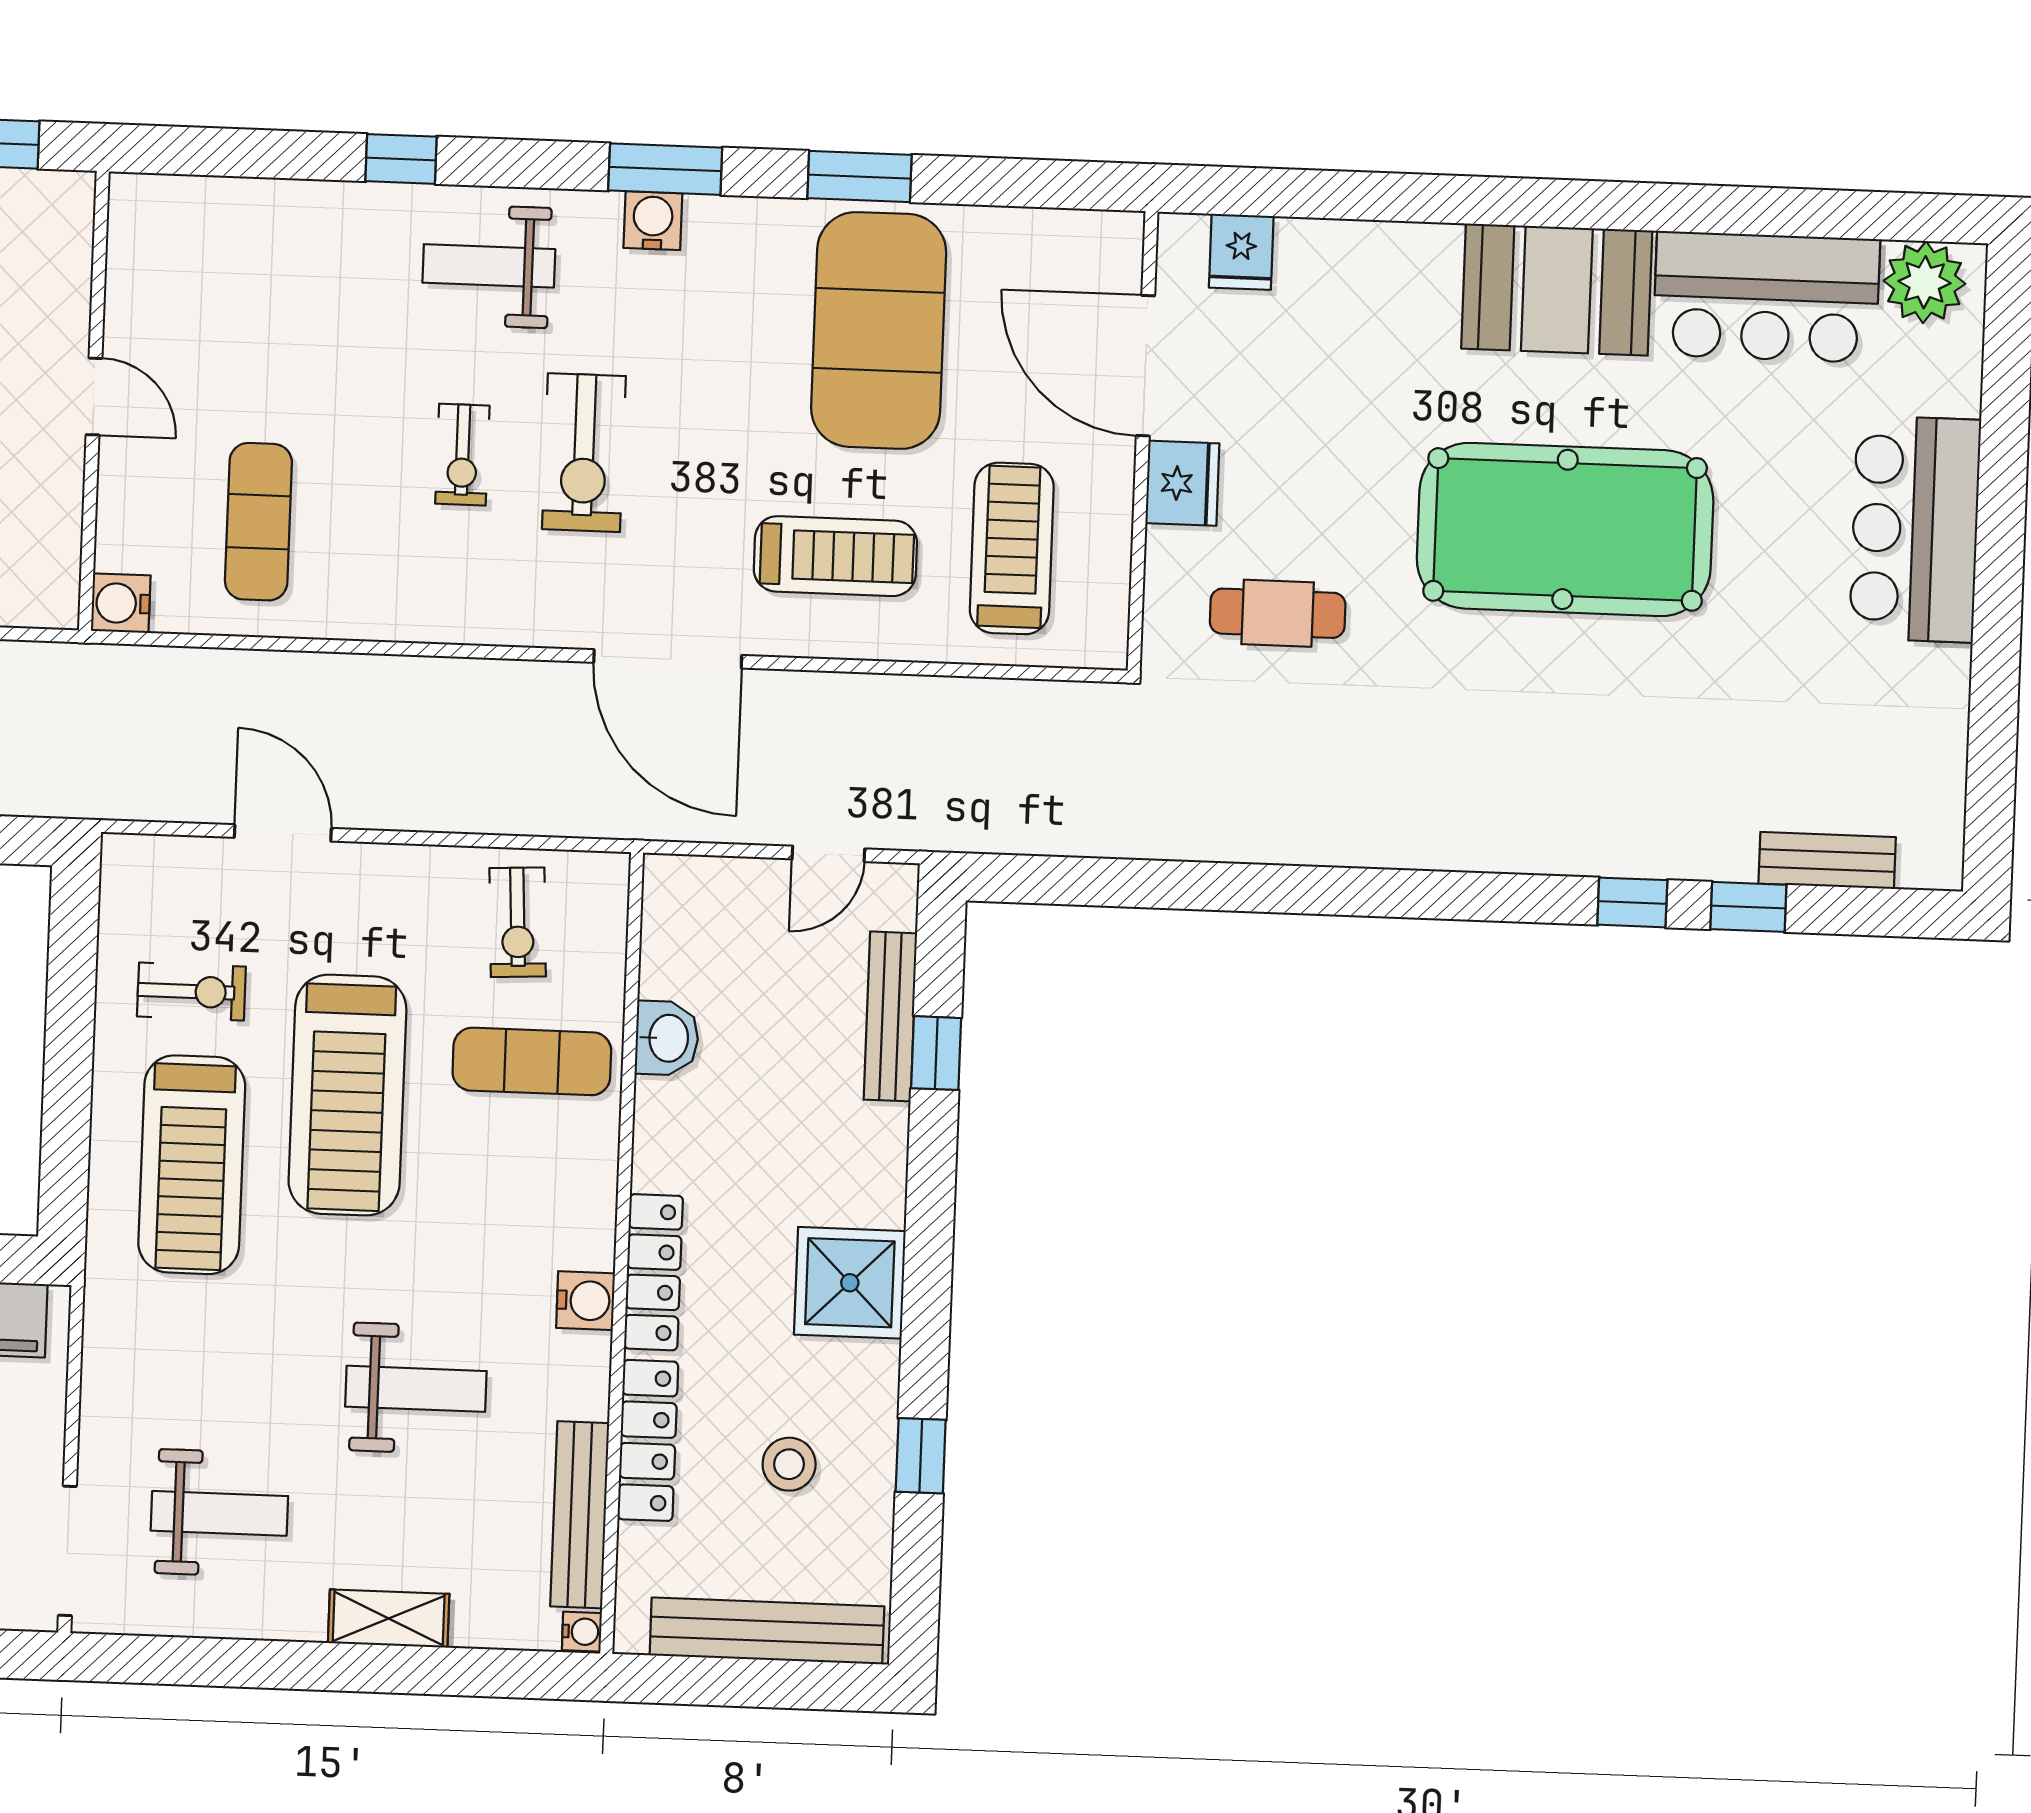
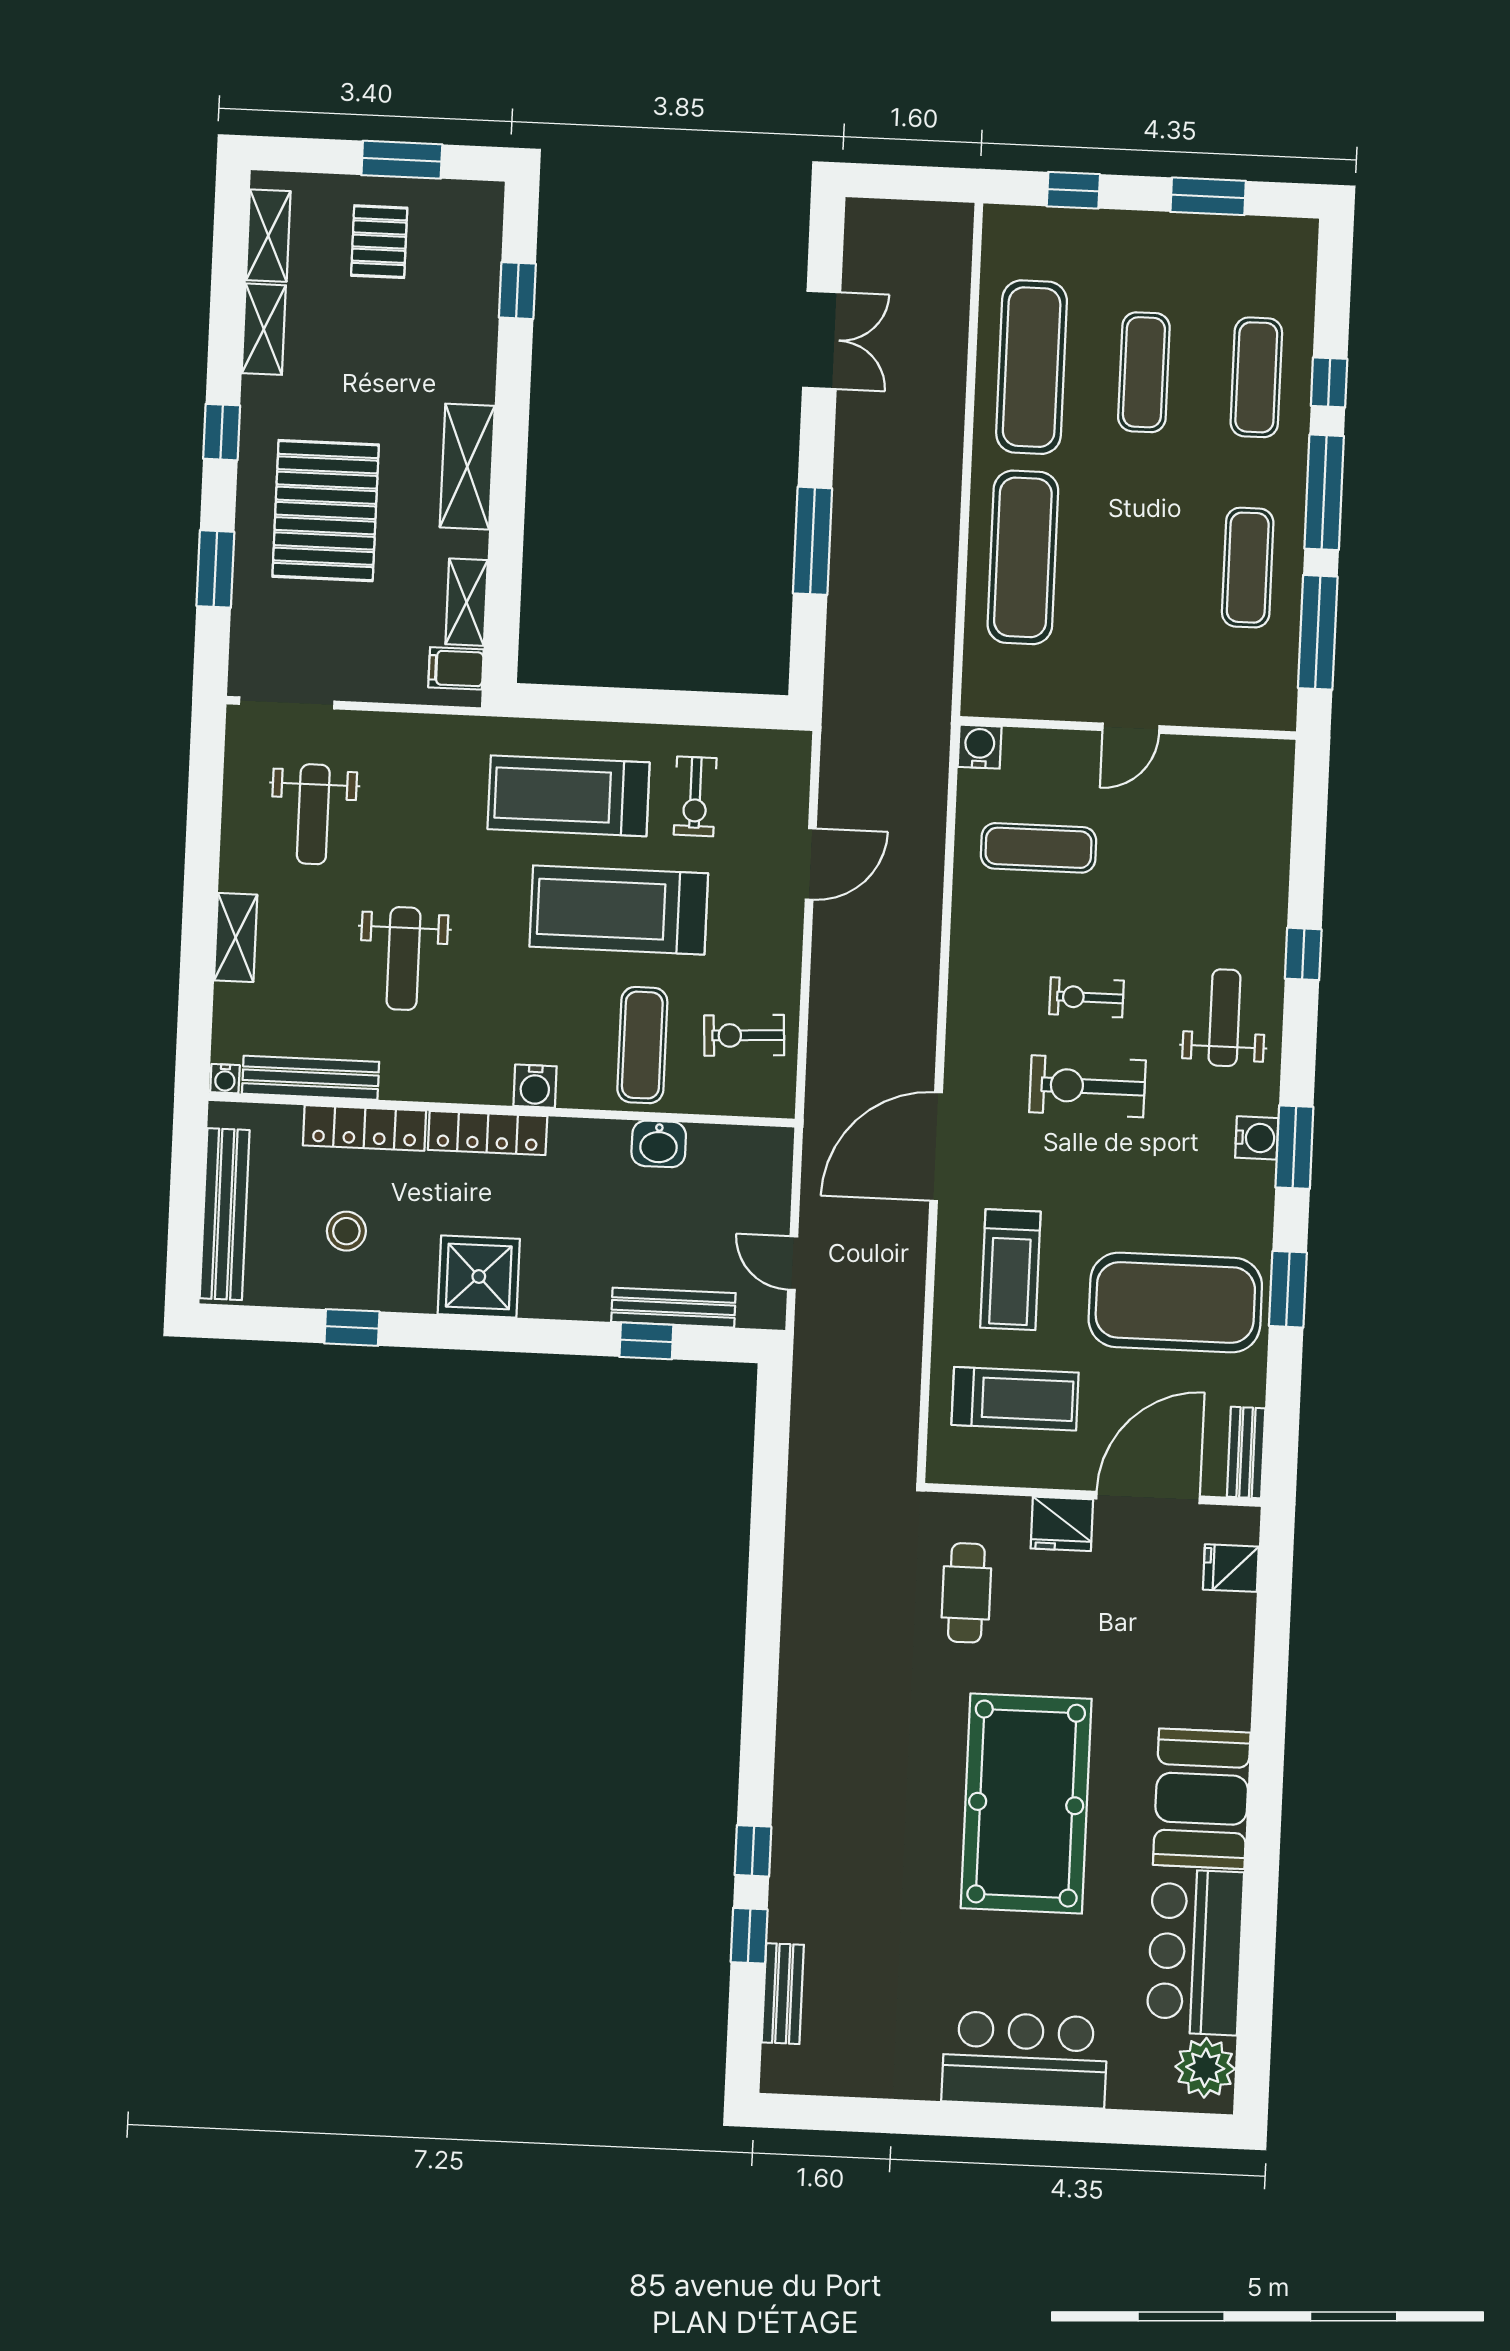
bench: (1083, 232) -> (1246, 1452), added
water cooler: (585, 1301) -> (535, 1086), moved

